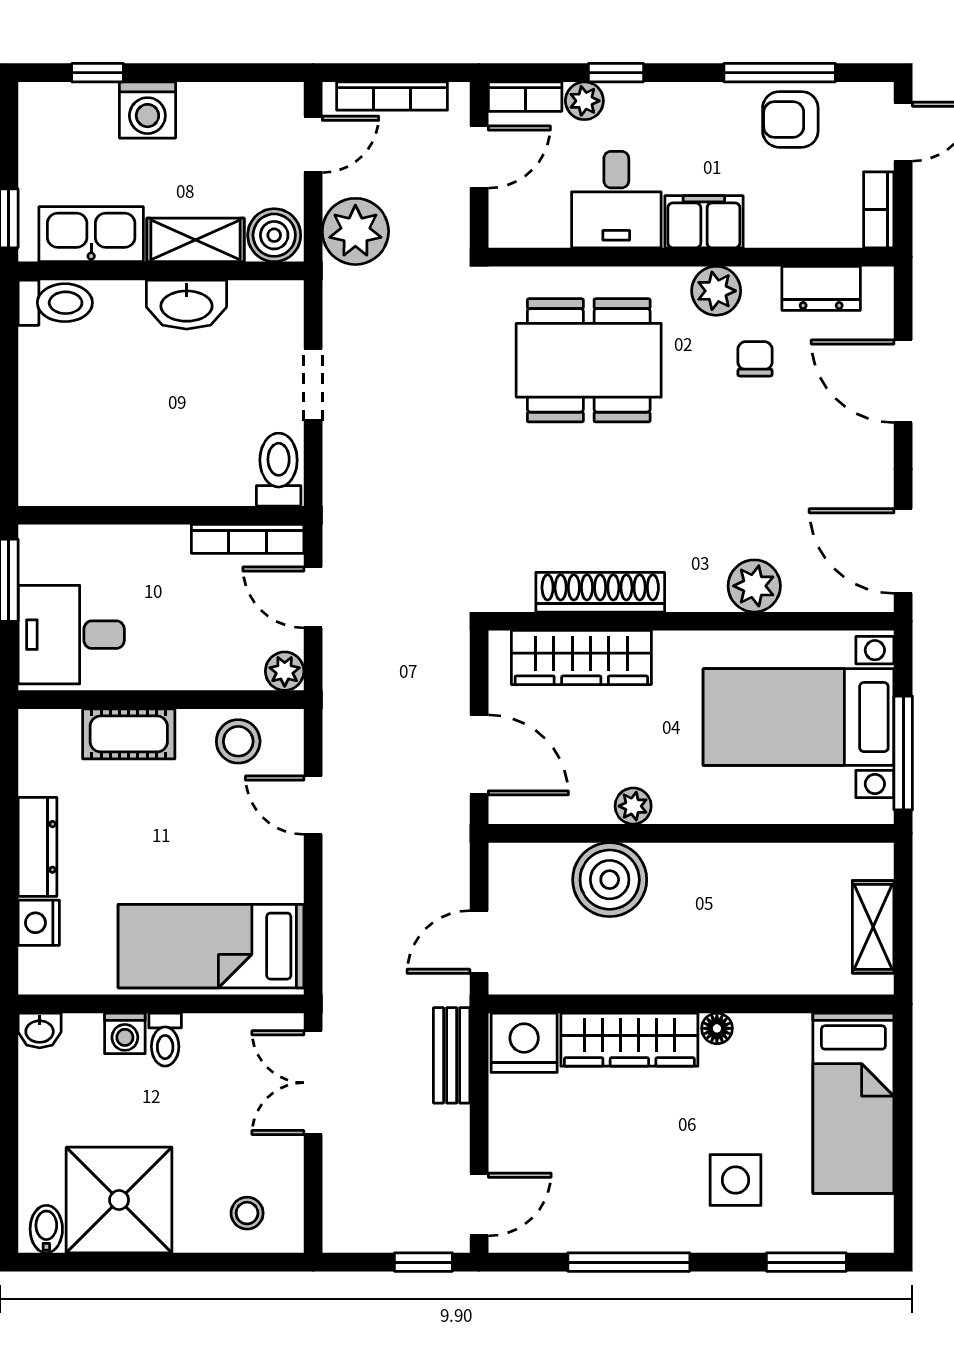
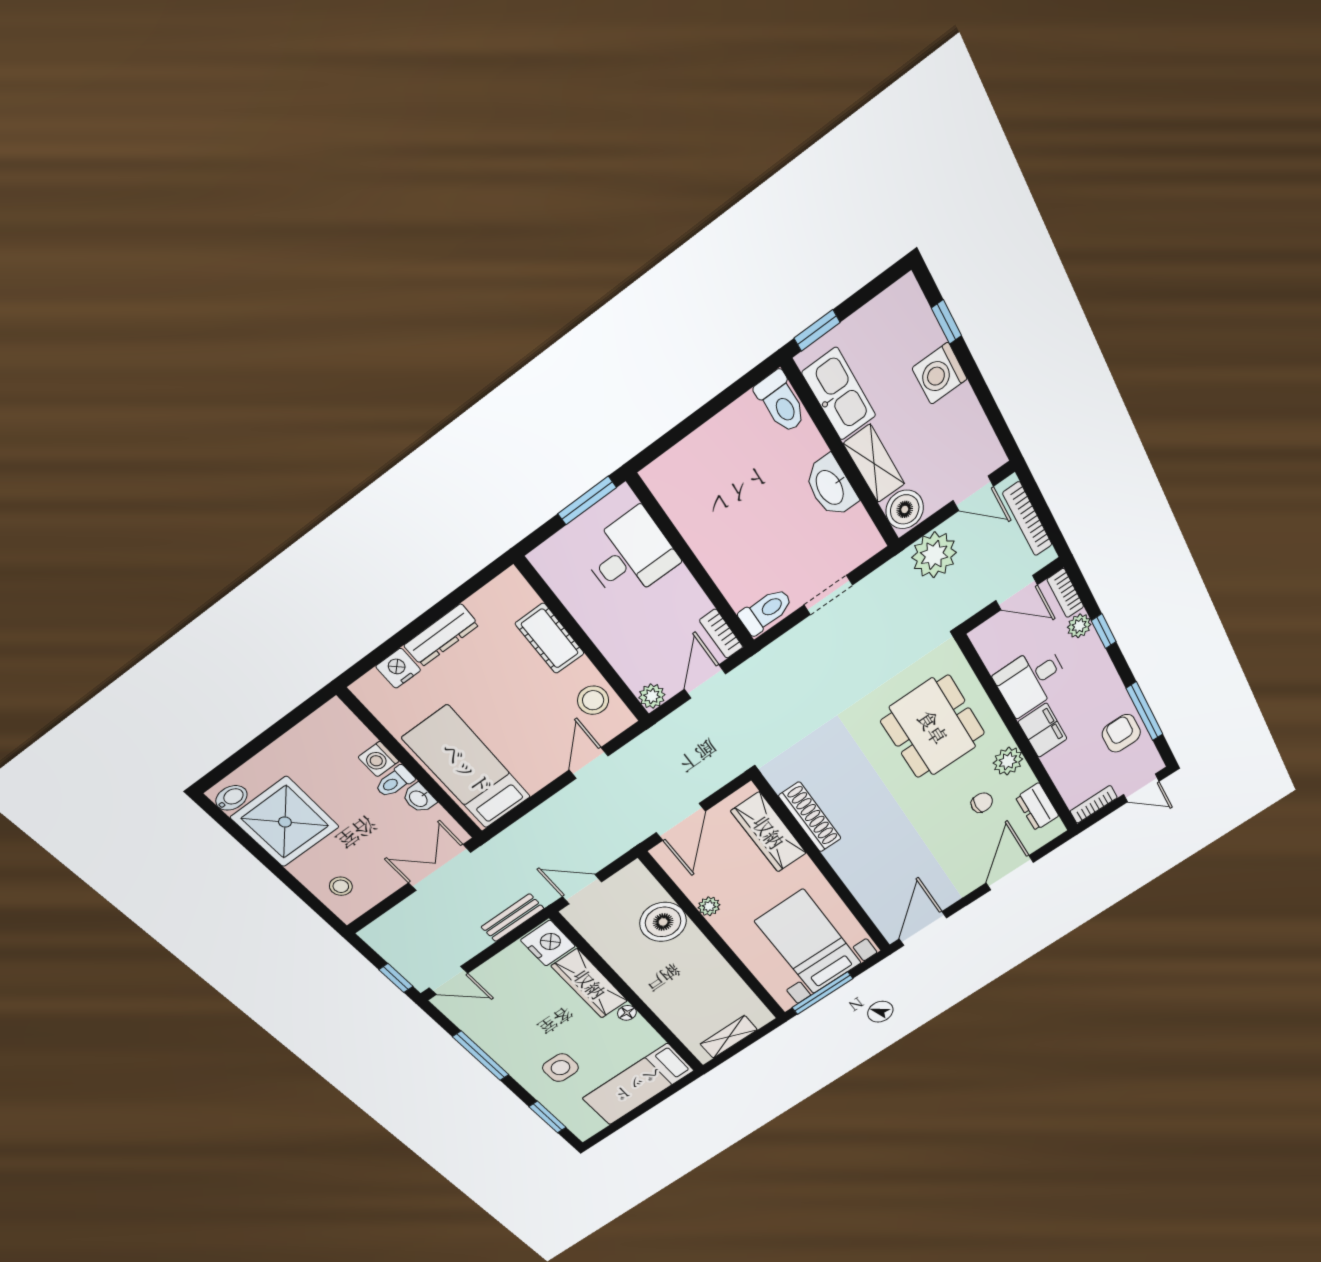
bookcase: (248, 539) -> (721, 634), width x0.64
plant: (754, 586) -> (862, 881), removed
desk: (71, 635) -> (630, 556), moved, turned 90
washbasin: (40, 1031) -> (419, 798), moved

